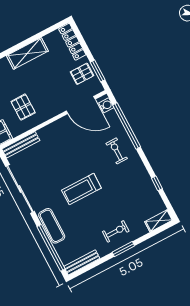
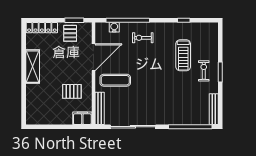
door: (81, 105) -> (93, 57), moved
water cooler: (106, 105) -> (114, 27), moved
treadmill: (81, 189) -> (183, 55), moved
shelving: (159, 221) -> (213, 34), removed
exercise mat: (52, 226) -> (115, 80), moved

